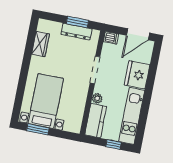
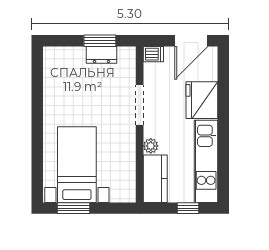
dresser: (77, 32) -> (101, 55), width x0.70
wardrobe: (41, 44) -> (53, 83), removed

